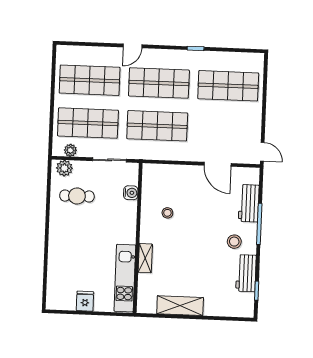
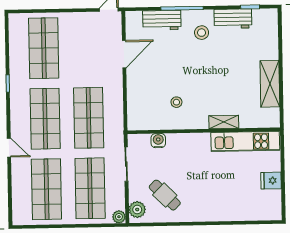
plant: (70, 150) -> (119, 217), moved
cafe table: (77, 196) -> (165, 195), turned -45

